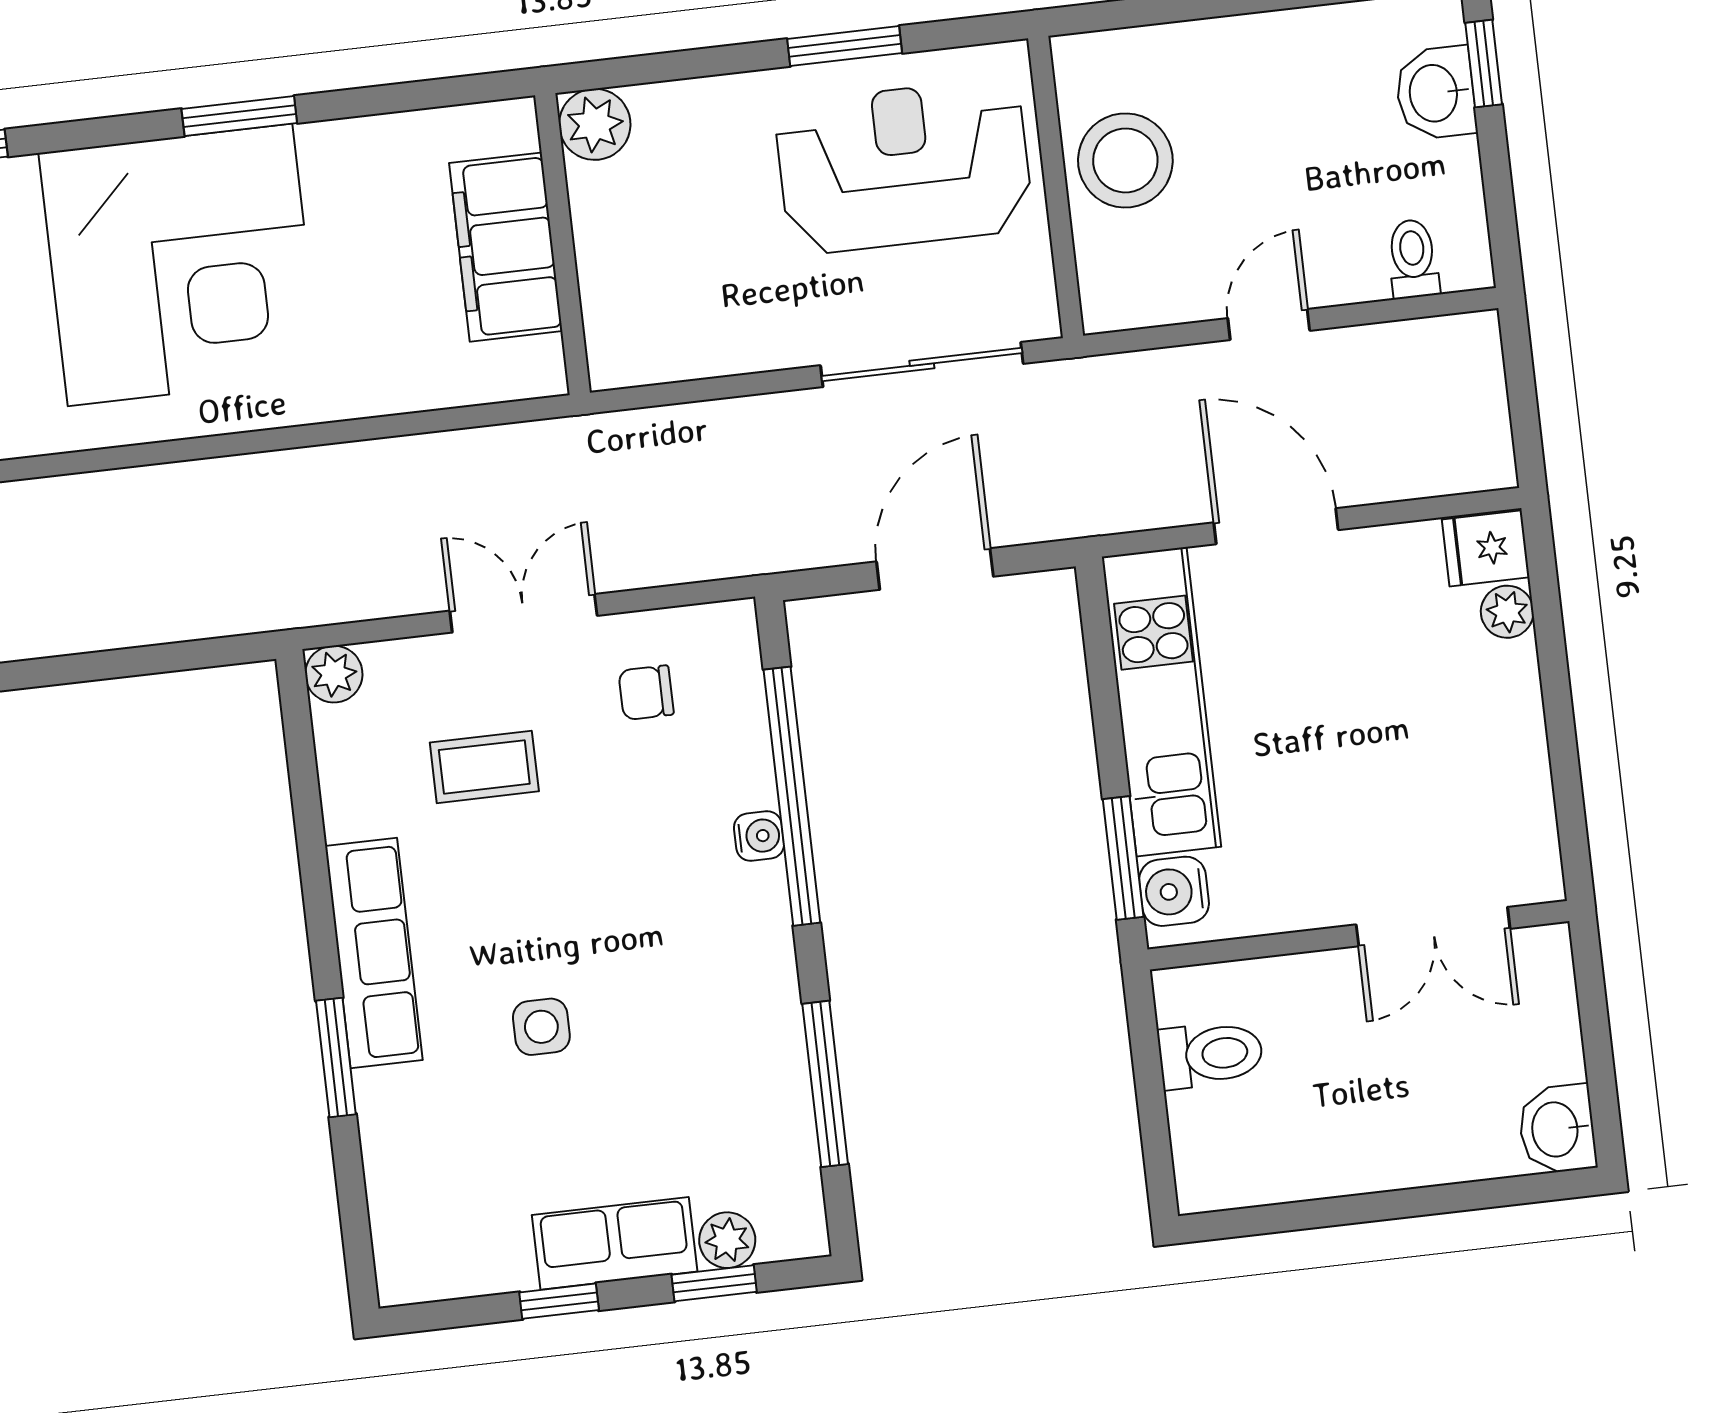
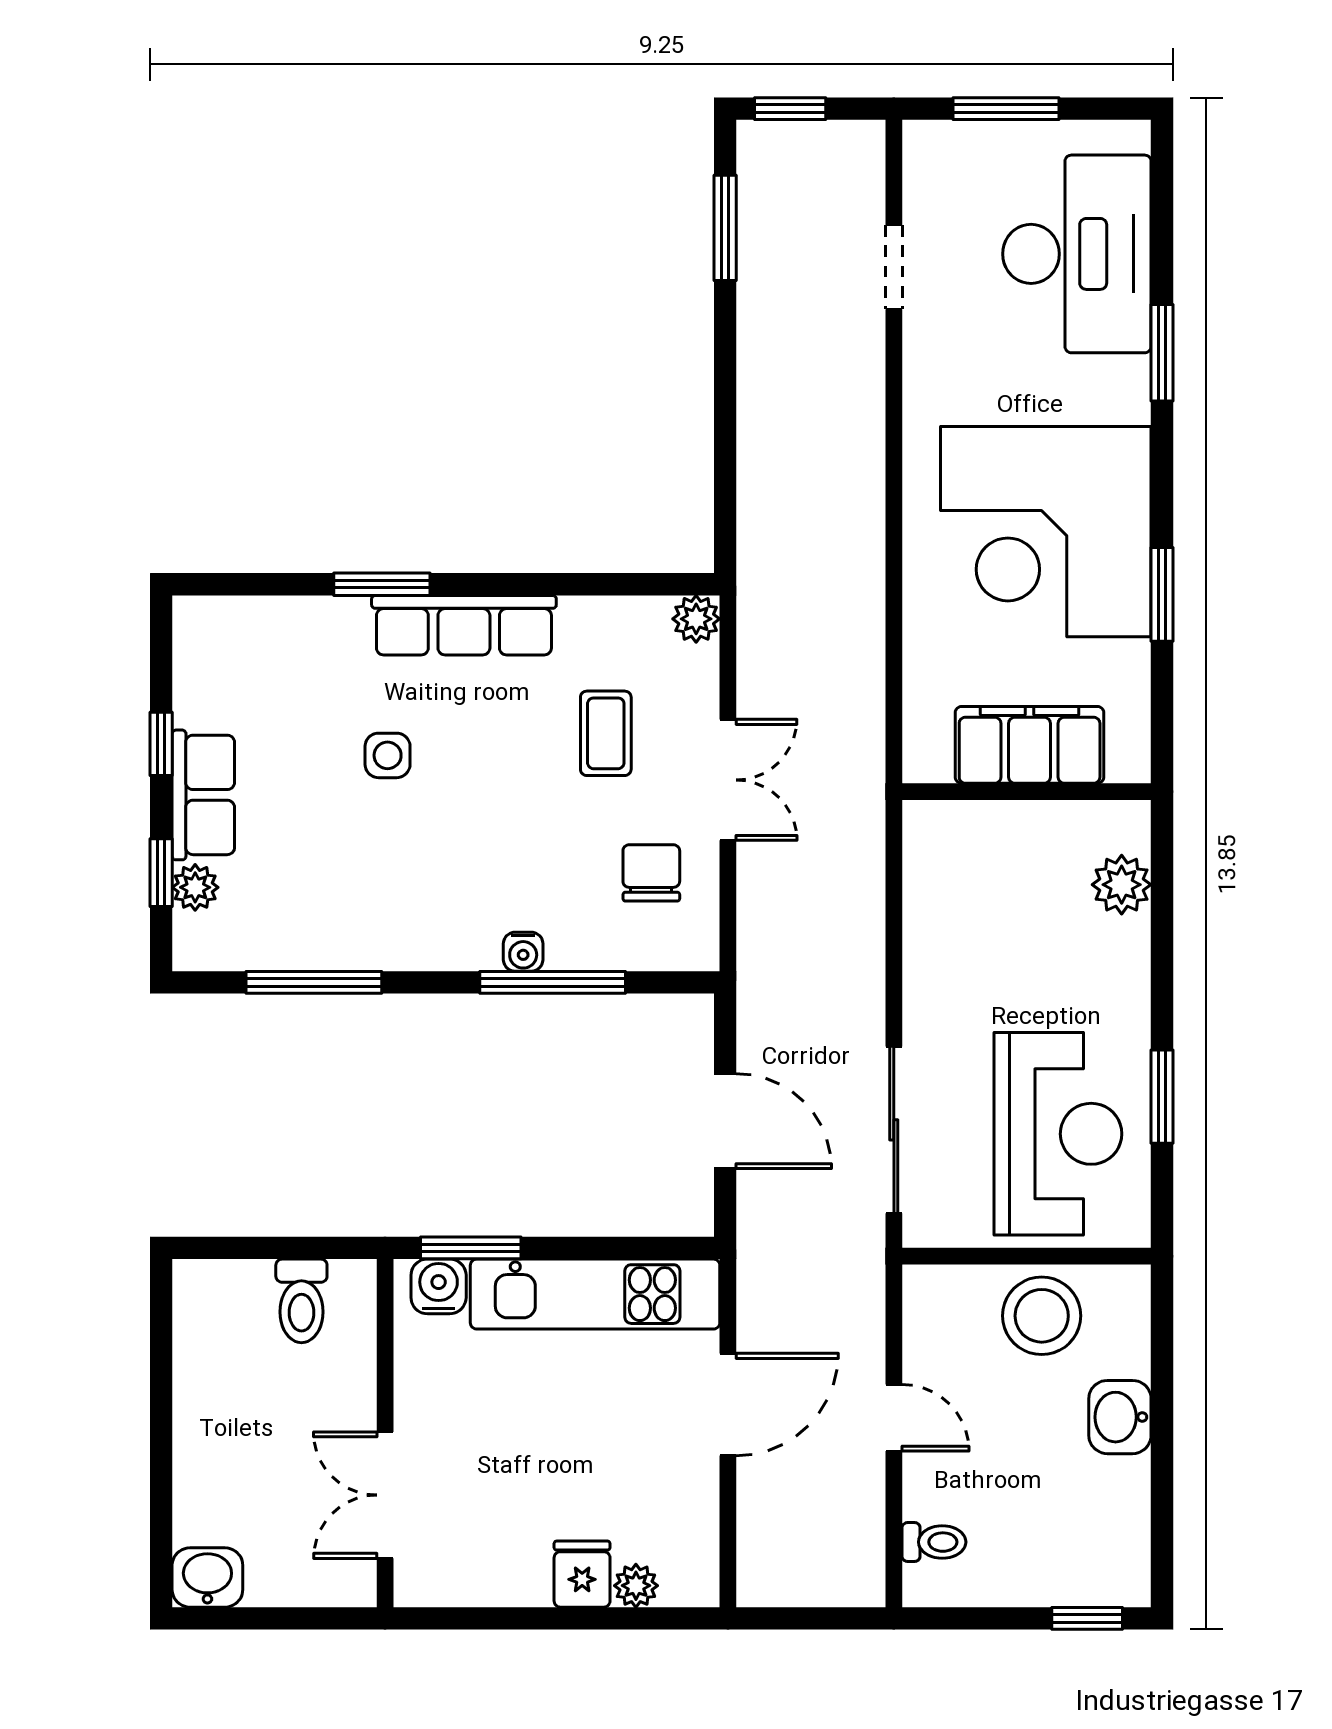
washbasin: (1436, 93) -> (1120, 1417), moved, turned -90
wall: (563, 244) -> (1027, 792), moved
filing cabinet: (506, 247) -> (1030, 745), moved
fridge: (1486, 548) -> (582, 1574), moved
chair: (646, 693) -> (651, 873), width x1.37, depth x1.37
window: (792, 796) -> (553, 982), width x0.68

